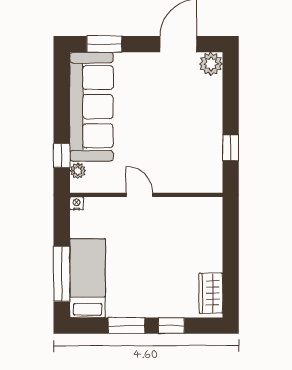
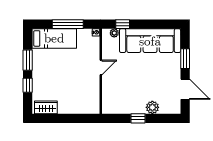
window: (104, 44) -> (185, 59), moved
plant: (211, 64) -> (152, 107), moved
window: (231, 148) -> (138, 118), moved
window: (62, 274) -> (68, 24), moved

